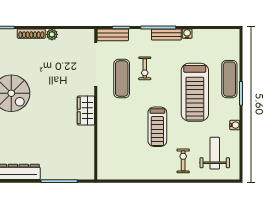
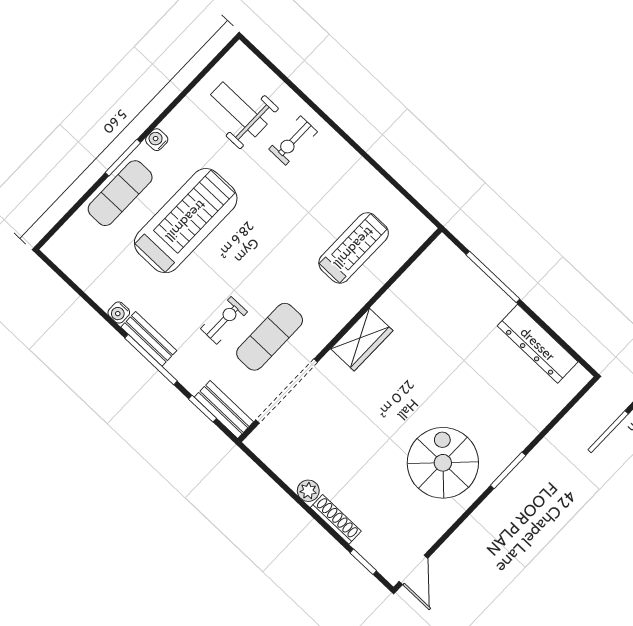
water cooler: (235, 125) -> (157, 140), moved
treadmill: (157, 127) -> (354, 248), moved
weight bench: (215, 153) -> (239, 109), turned 90

